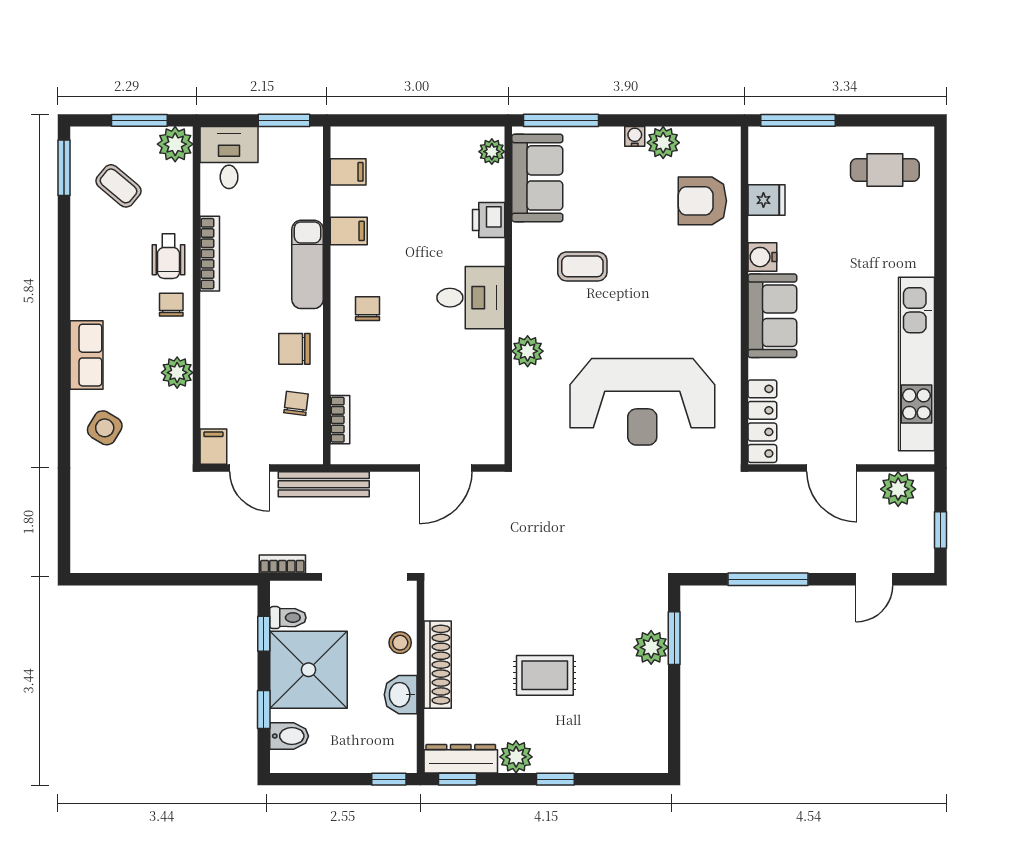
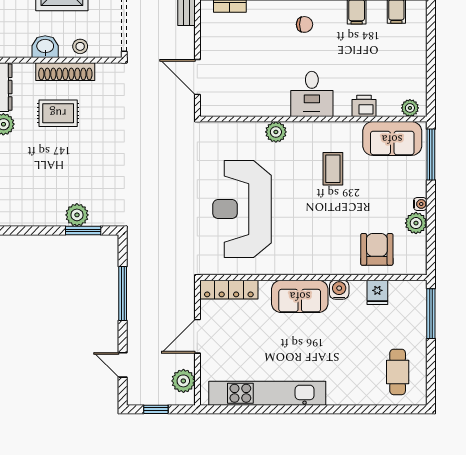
rug: (545, 675) -> (58, 113), moved, turned 90

